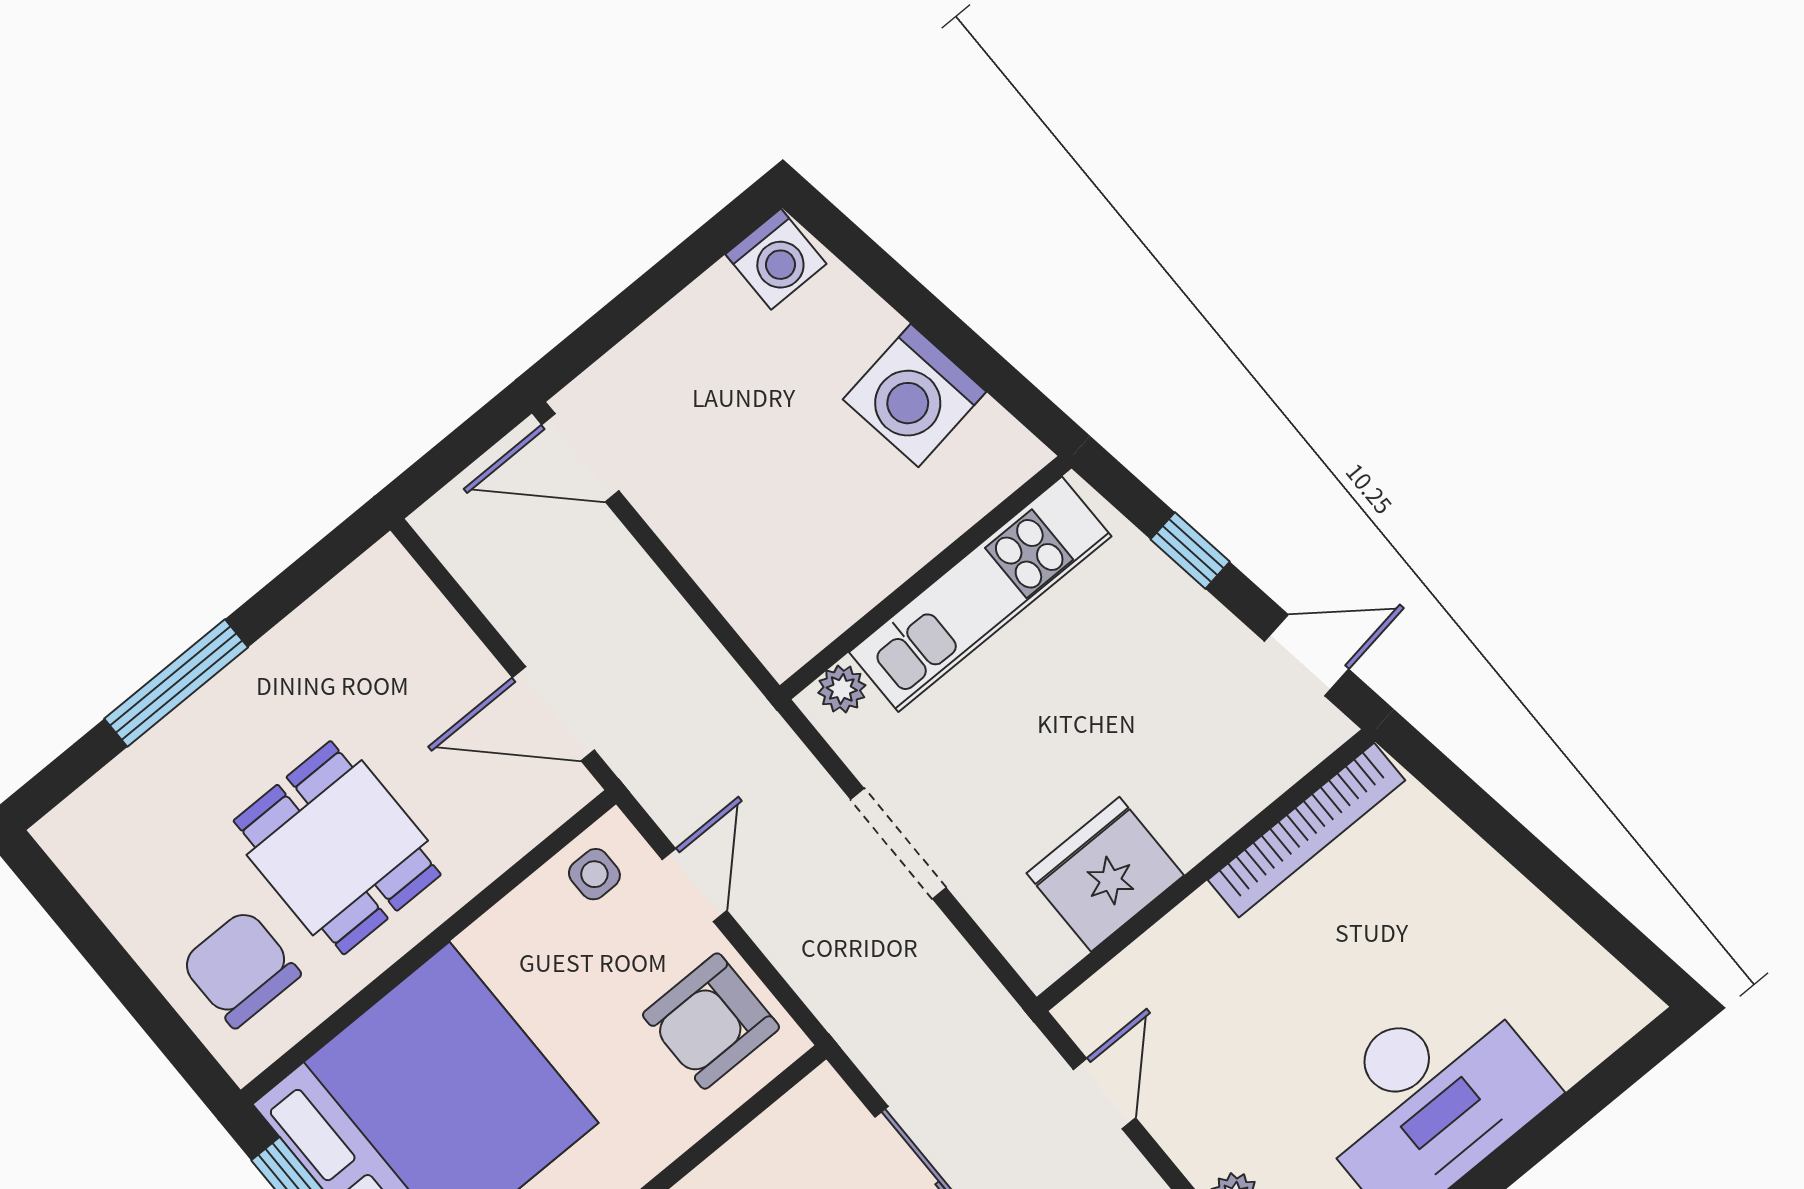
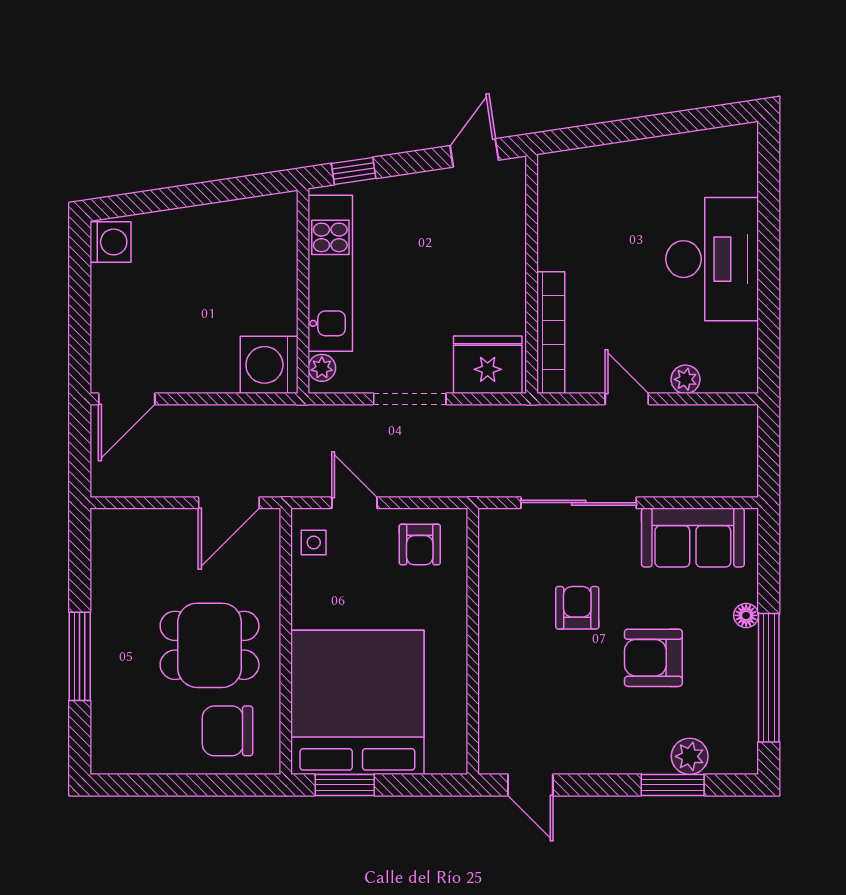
washing machine: (915, 396) -> (269, 365), moved, turned 99
window: (1190, 551) -> (354, 171), moved
bookcase: (1306, 830) -> (551, 333), moved
fridge: (1105, 874) -> (488, 365), moved, turned 90
armchair: (711, 1021) -> (420, 544), width x0.72, depth x0.72
door: (1104, 1094) -> (627, 399), moved

